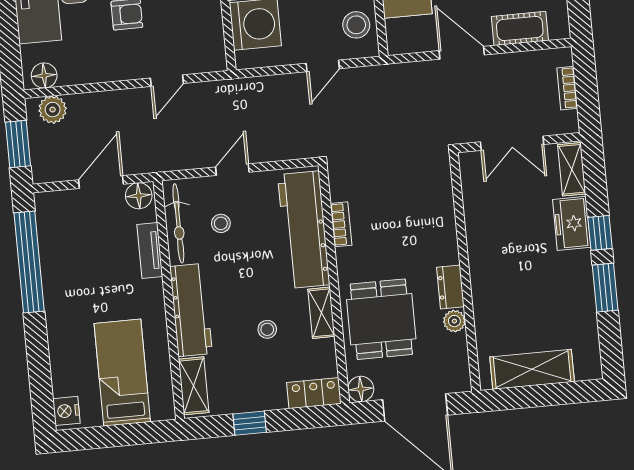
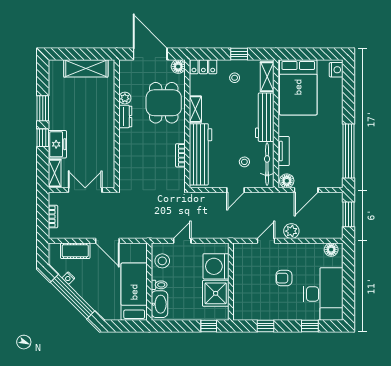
plant: (53, 110) -> (291, 231), moved
stool: (267, 329) -> (235, 78), moved
bed: (122, 373) -> (298, 87), width x1.50

